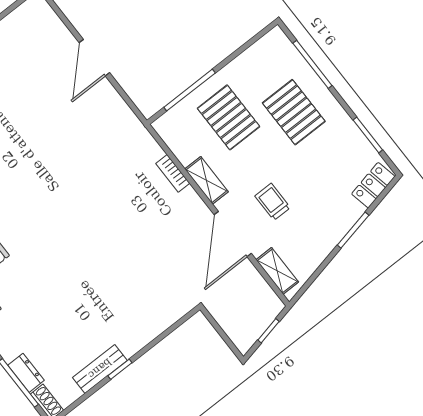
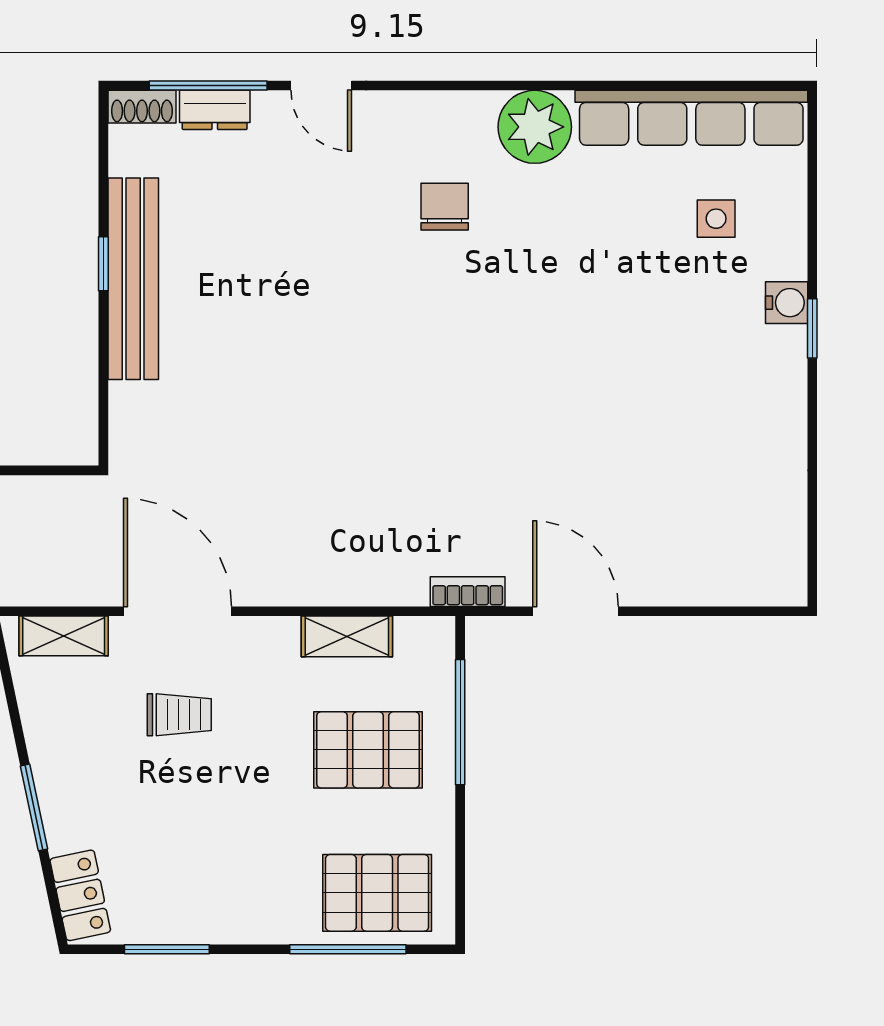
door: (94, 58) -> (576, 611), moved
pallet: (294, 112) -> (377, 893), moved
bookcase: (173, 173) -> (468, 592), moved
shelving: (206, 180) -> (347, 636), moved
bench: (100, 369) -> (133, 279), width x1.86, depth x1.21

